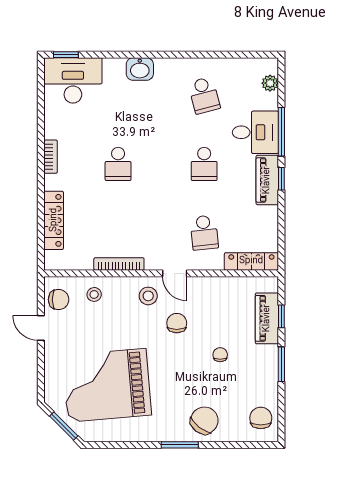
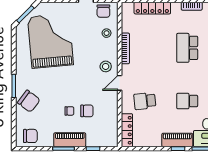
school desk: (118, 164) -> (187, 48), width x1.85
piano: (267, 318) -> (70, 140), moved
chair: (177, 323) -> (87, 111), moved

